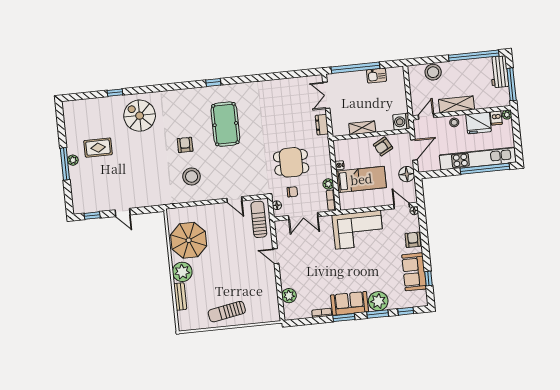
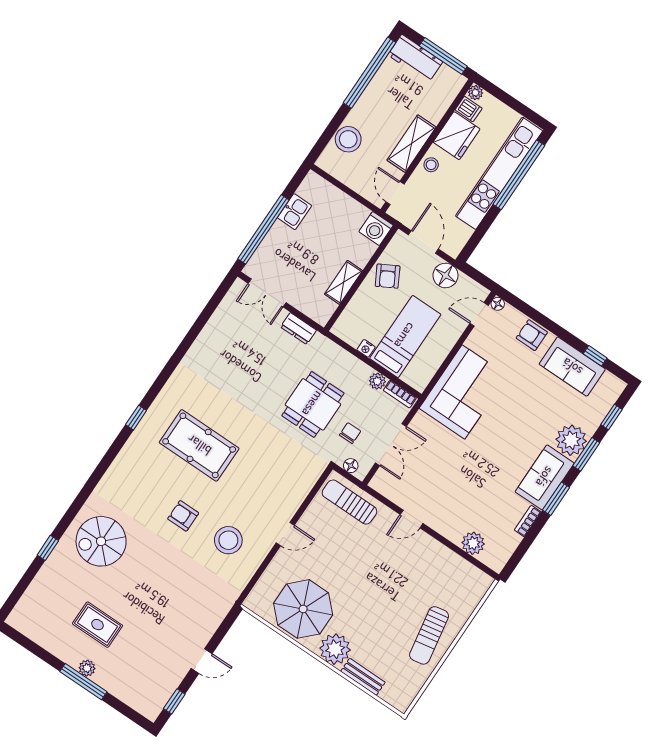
rug: (98, 148) -> (97, 625), turned 90
door: (234, 200) -> (285, 534), moved

